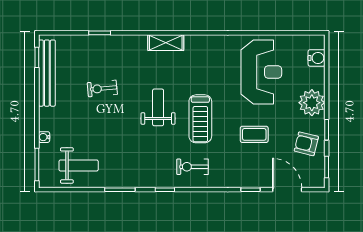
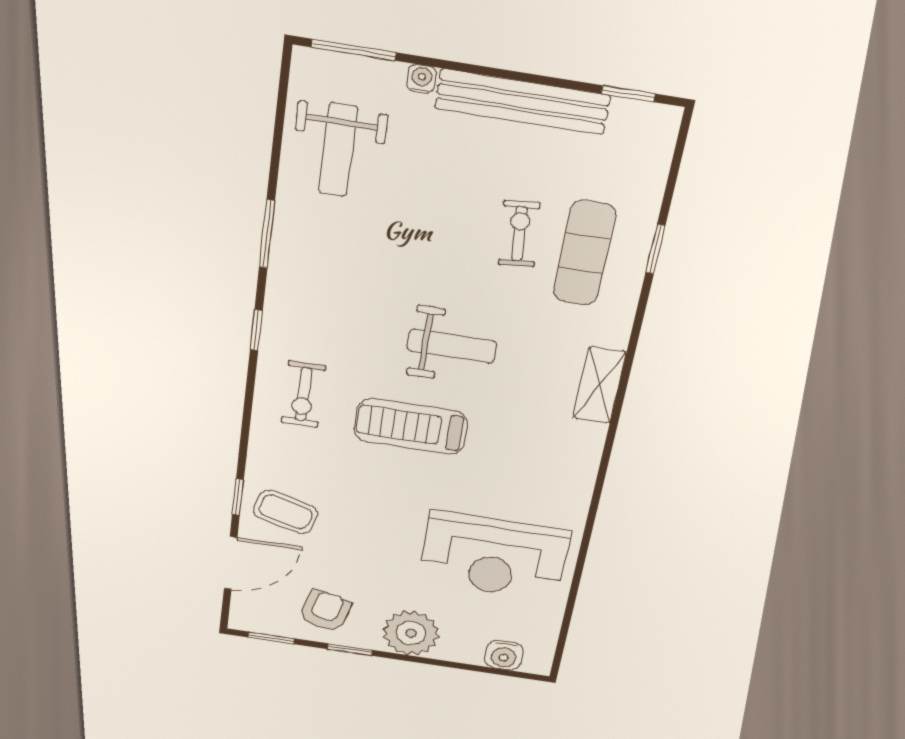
exercise mat: (106, 61) -> (584, 253), added
bench: (47, 73) -> (522, 102), moved
coffee table: (254, 134) -> (286, 512), moved, turned -75
exercise bike: (192, 167) -> (303, 394), turned 180

